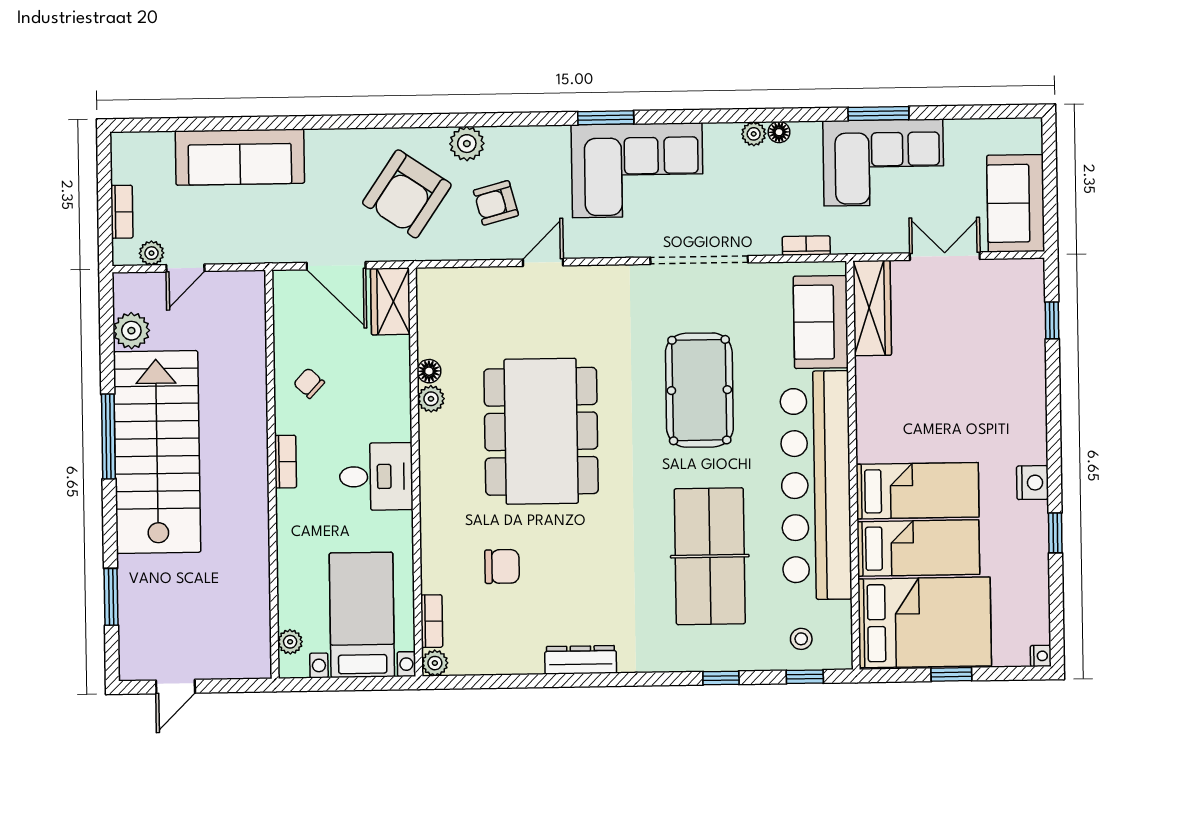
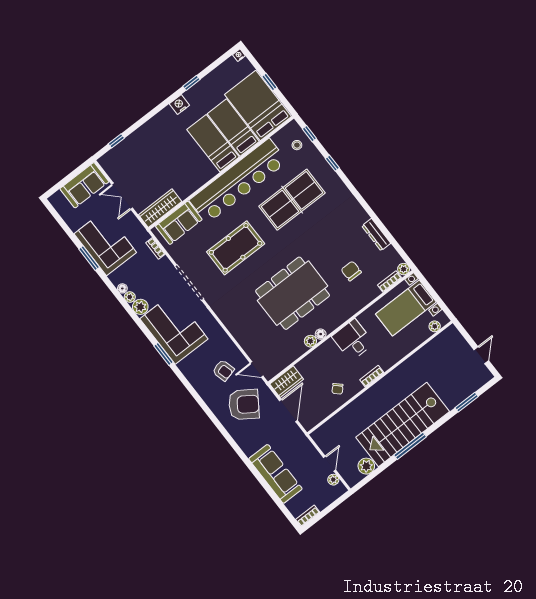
plant: (467, 144) -> (140, 307), moved
bookcase: (122, 212) -> (308, 516), moved
door: (543, 262) -> (257, 369), moved
door: (185, 268) -> (330, 464), hinge flipped
floor lamp: (429, 371) -> (321, 334), moved
dresser: (581, 660) -> (376, 235), moved
door: (176, 687) -> (481, 355), hinge flipped

